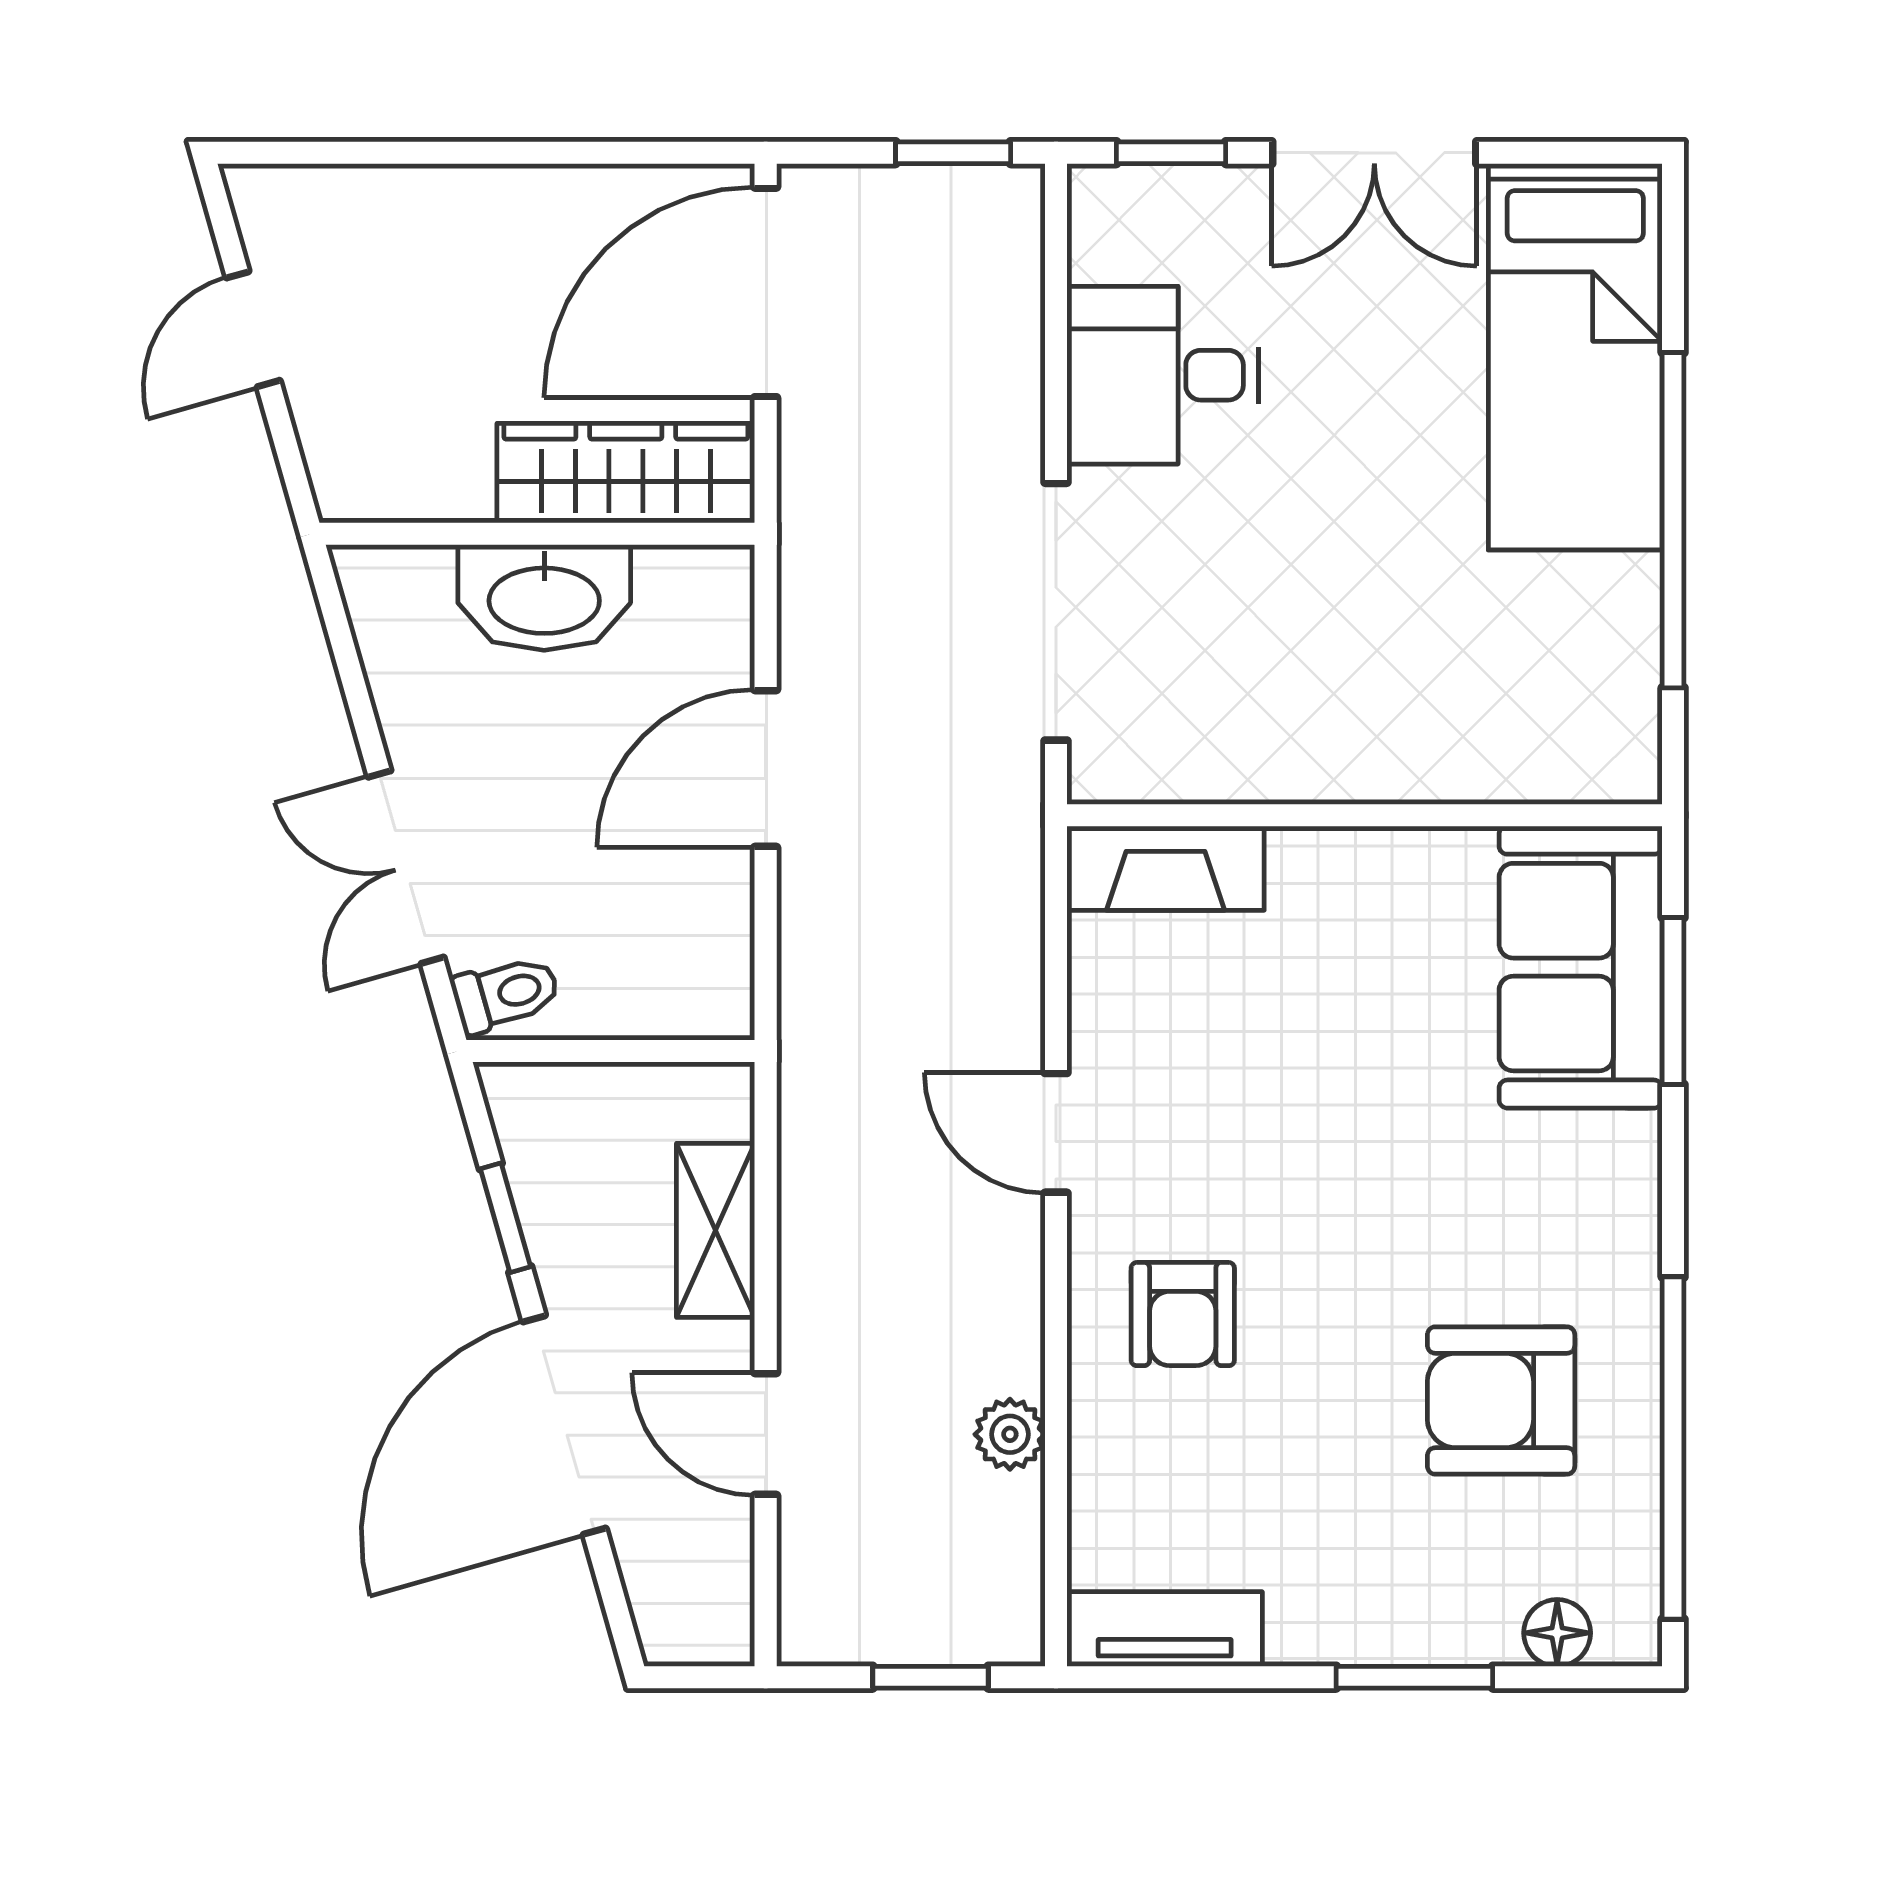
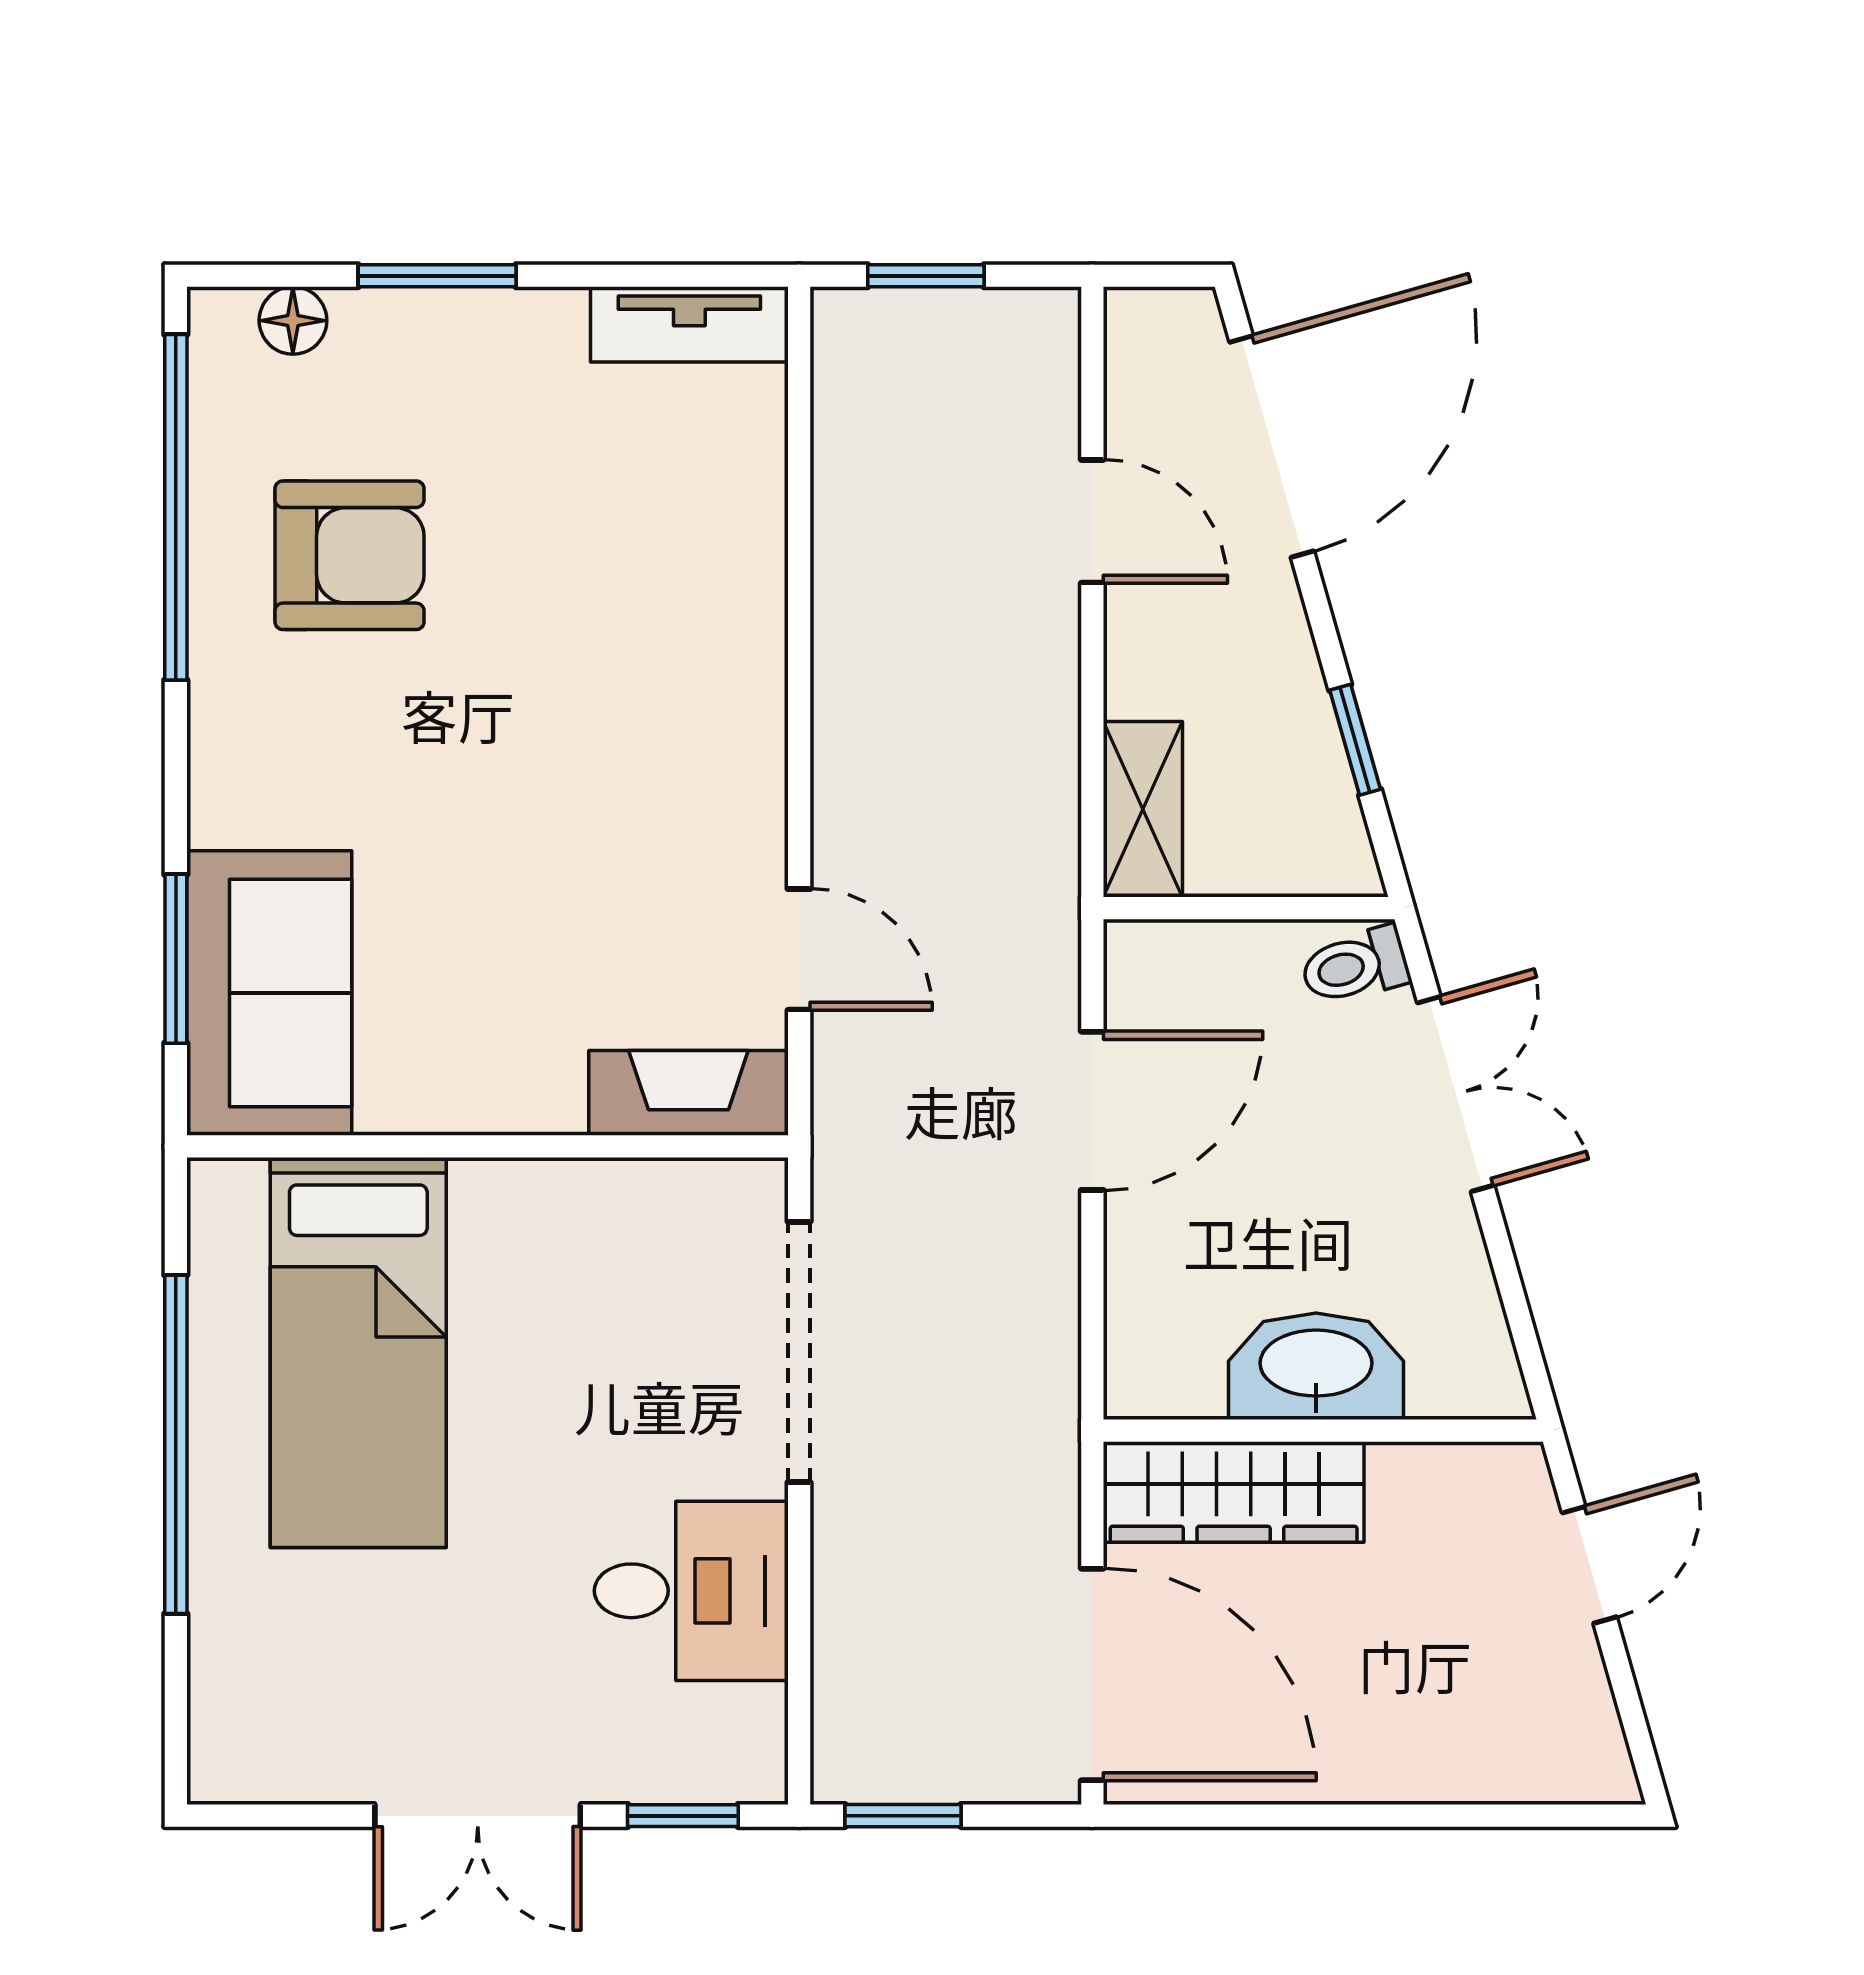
double door: (1374, 153) -> (478, 1816), swing flipped
door: (766, 292) -> (1092, 1674), hinge flipped
door: (253, 329) -> (1589, 1565), moved
bed: (1575, 357) -> (358, 1353), moved, turned 180
door: (766, 768) -> (1092, 1111), moved
door: (1056, 1133) -> (799, 949), moved
shelving: (716, 1230) -> (1143, 809), moved
armchair: (1183, 1314) -> (671, 643), removed
door: (564, 1425) -> (1272, 447), moved
plant: (1010, 1434) -> (846, 521), removed

